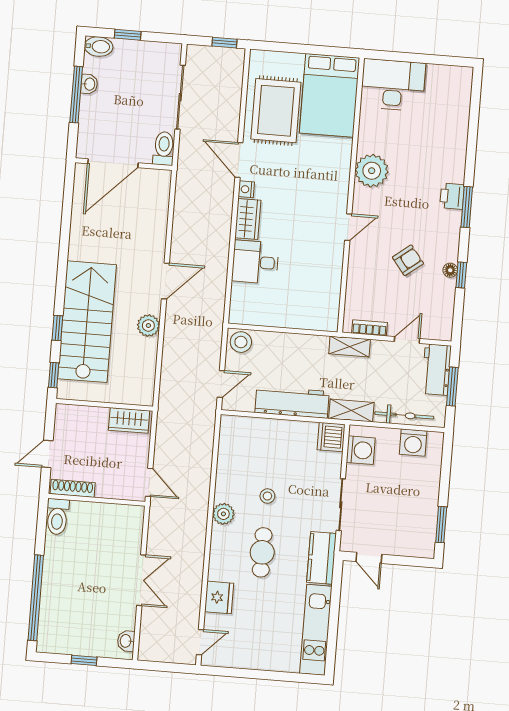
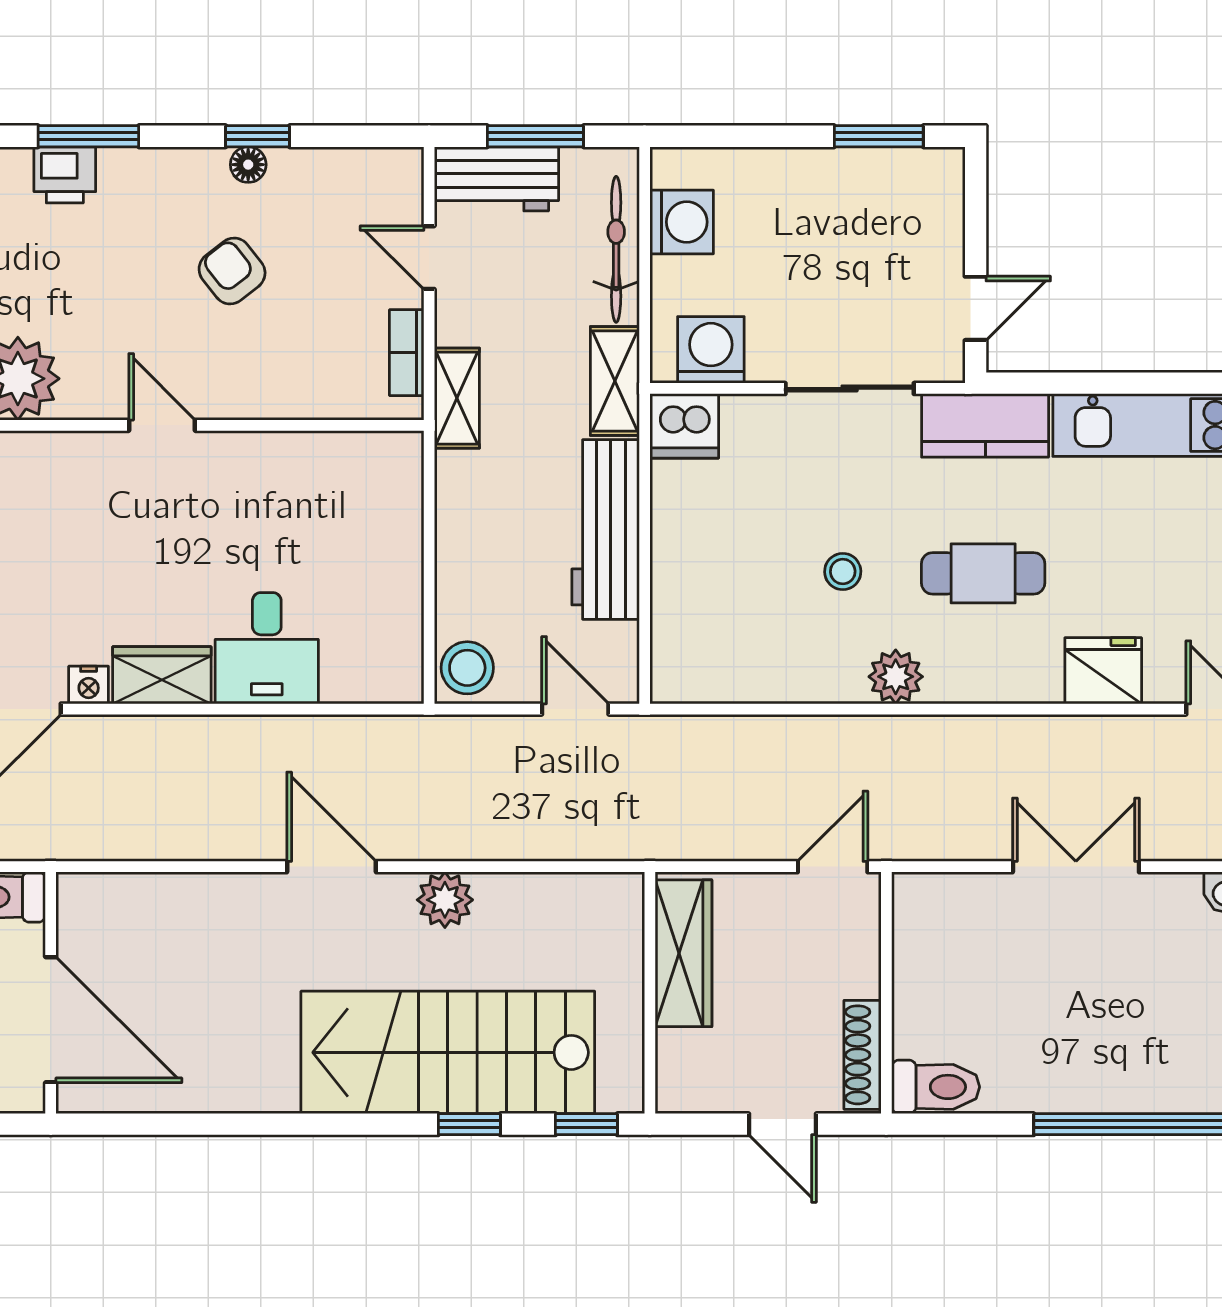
wardrobe: (129, 420) -> (683, 953), width x1.50

